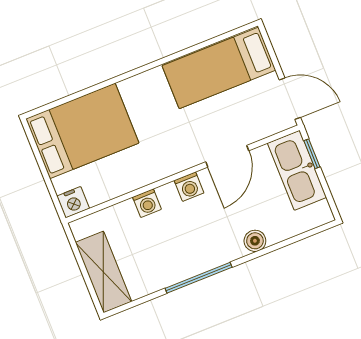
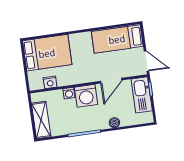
washing machine: (189, 187) -> (86, 96), width x1.89, depth x1.89
nightstand: (73, 202) -> (50, 82), moved

